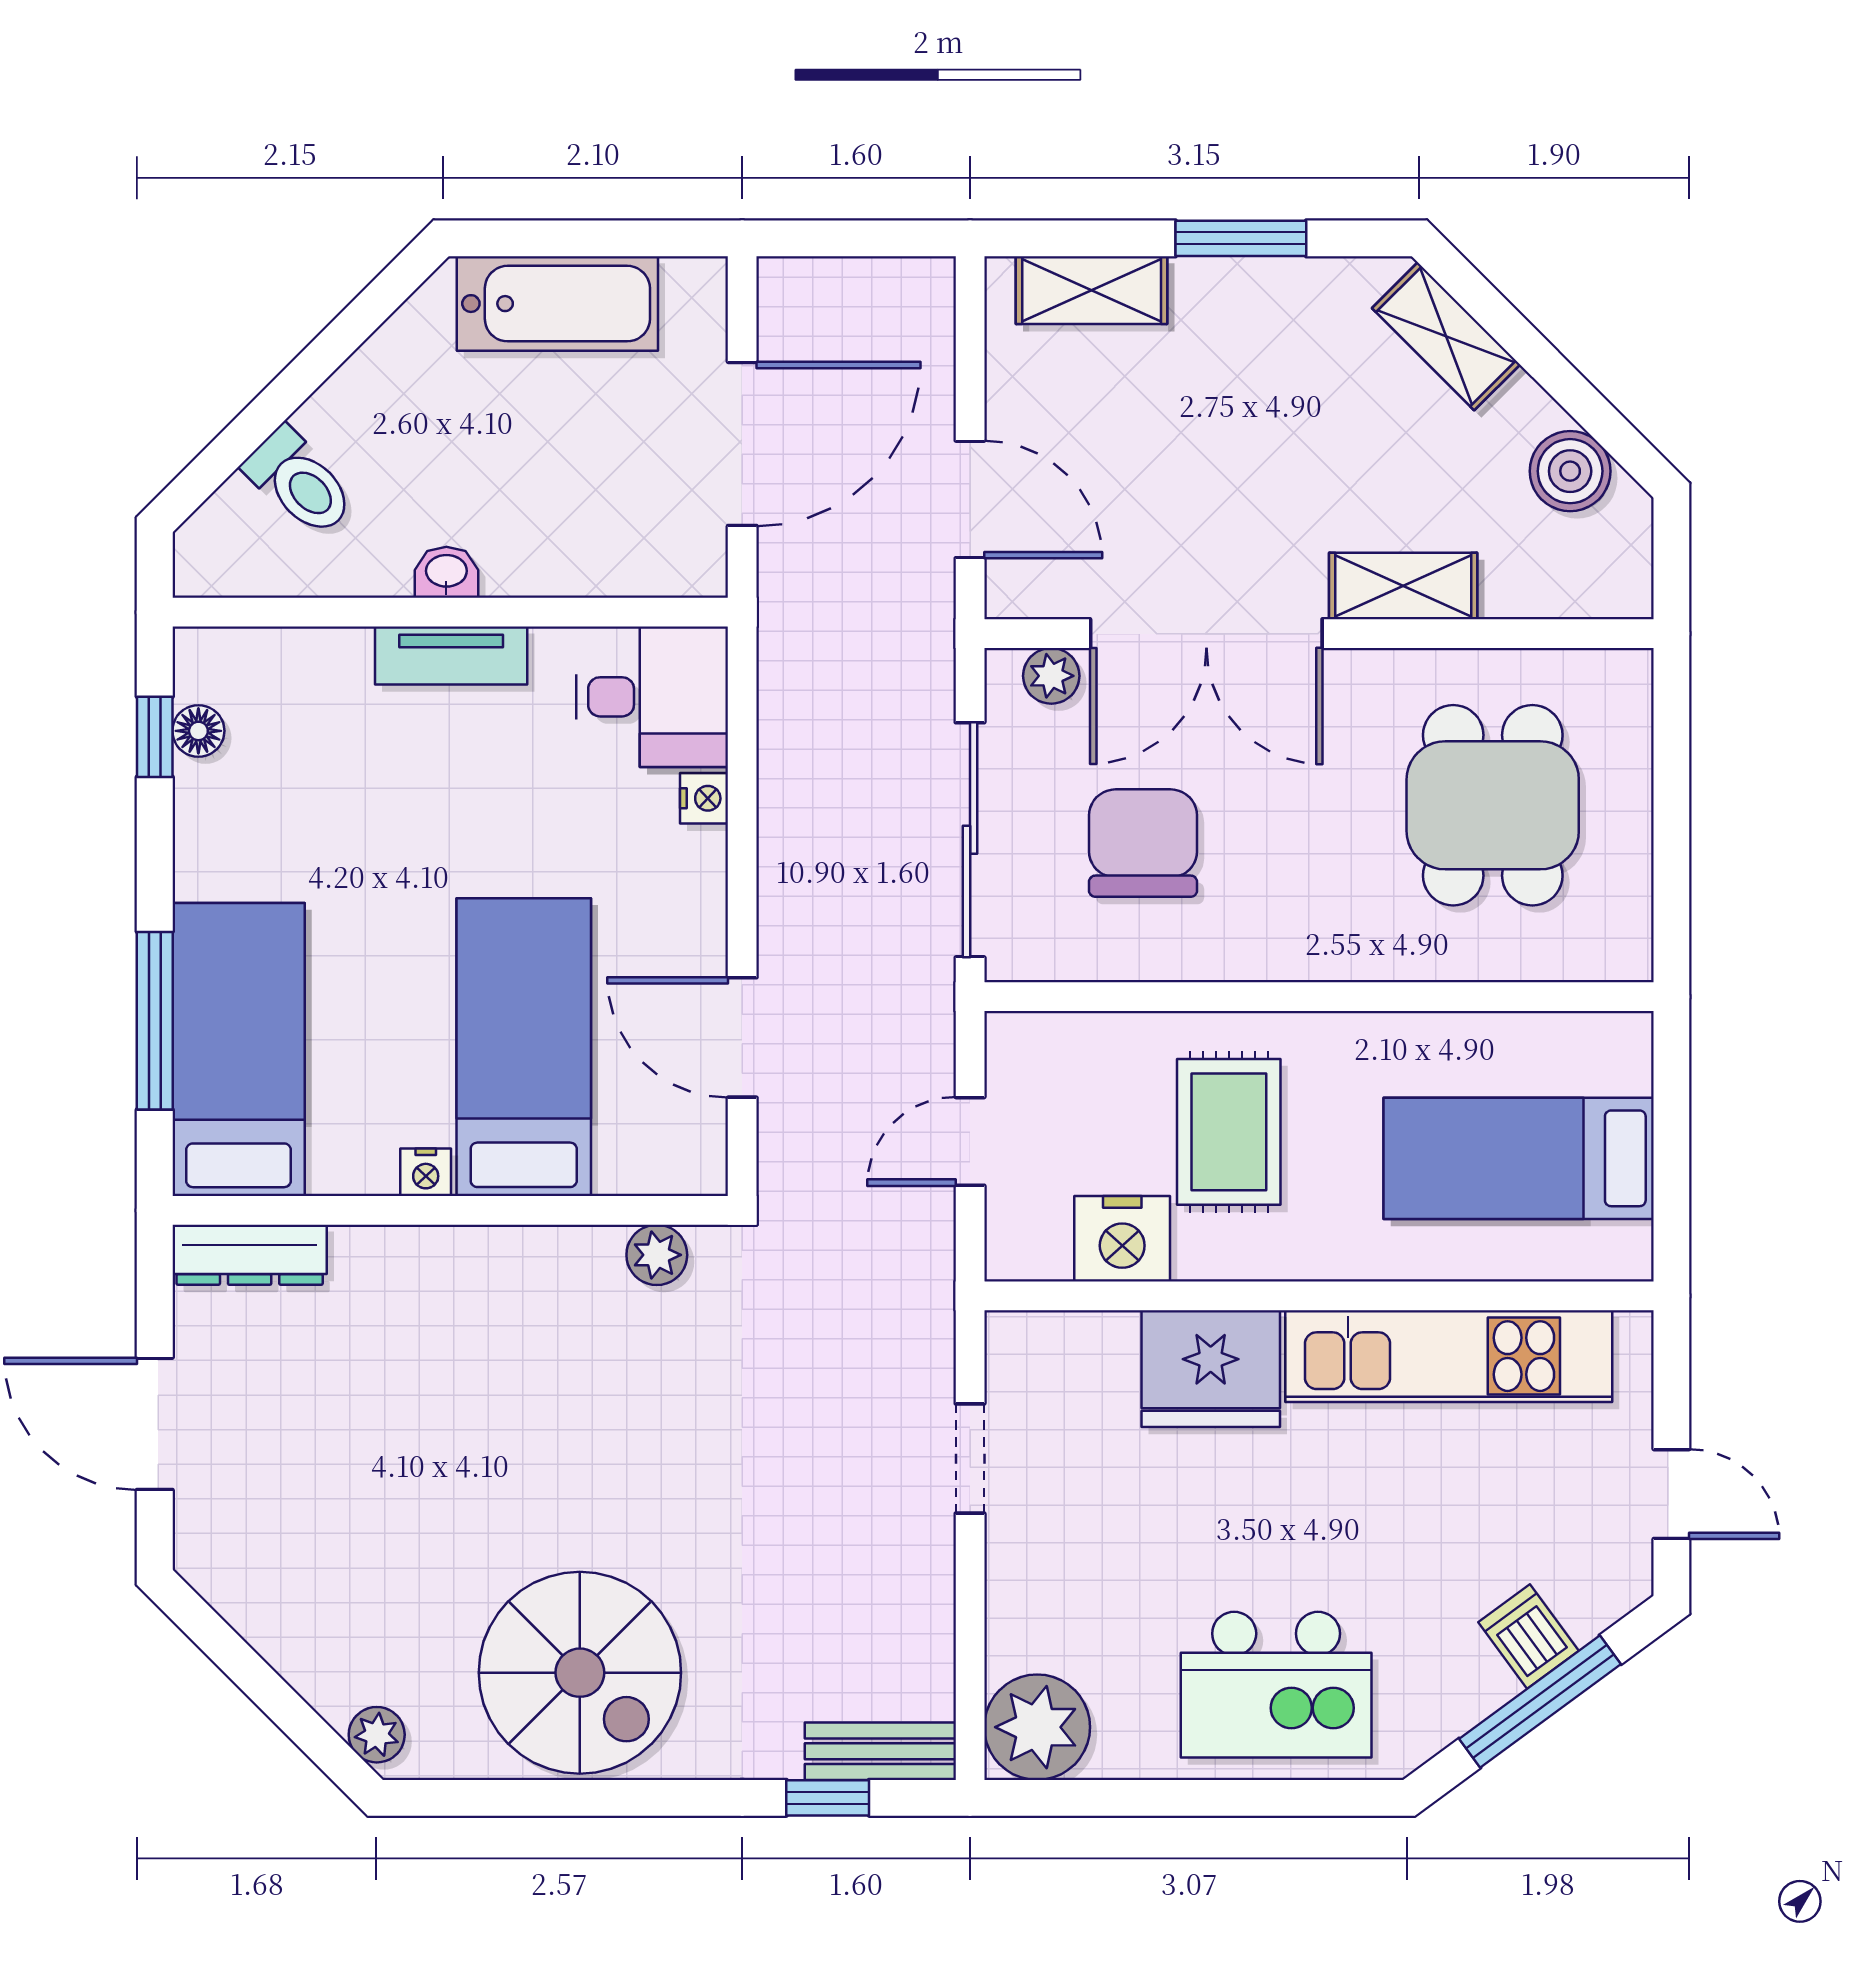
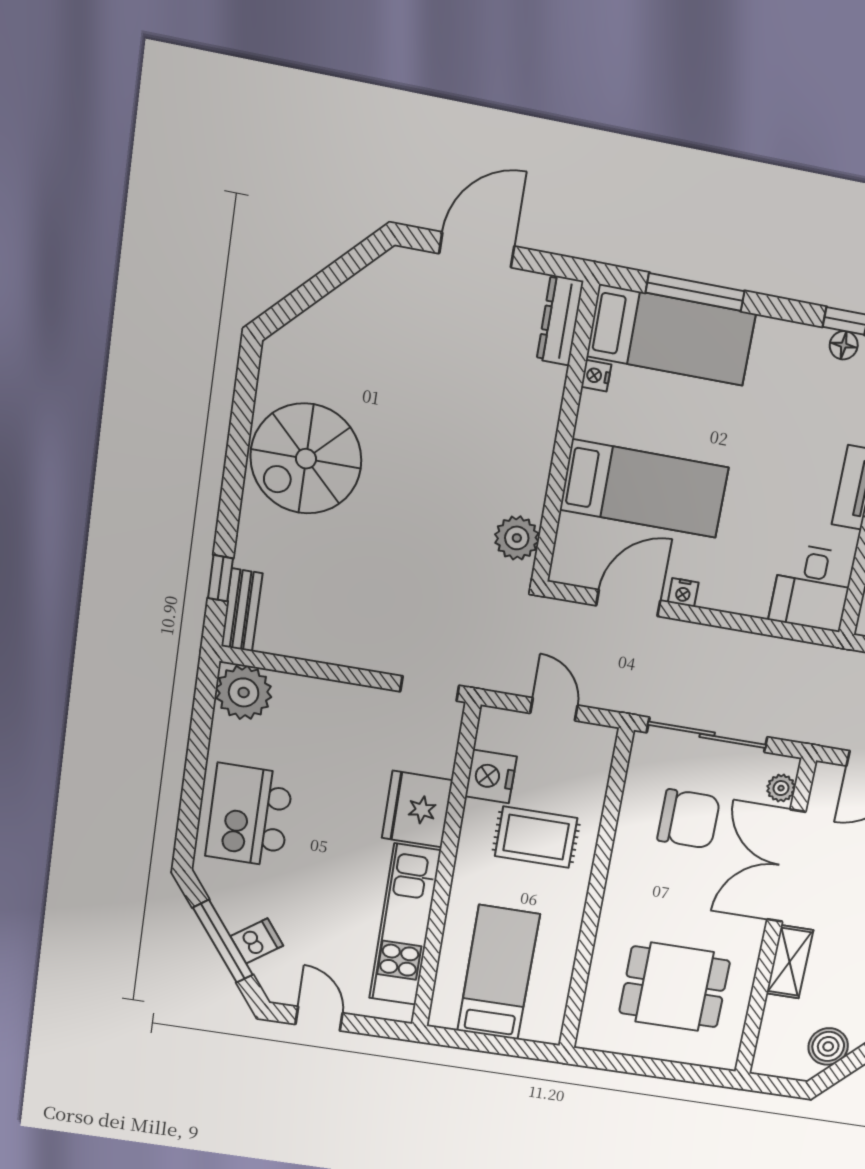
nightstand: (704, 798) -> (683, 592), moved
nightstand: (426, 1172) -> (596, 376), moved
plant: (657, 1255) -> (517, 538), width x1.38, depth x1.38
doorway: (970, 1459) -> (430, 689), moved
door: (1671, 1494) -> (319, 1019), swing flipped
plant: (377, 1735) -> (287, 342), removed

